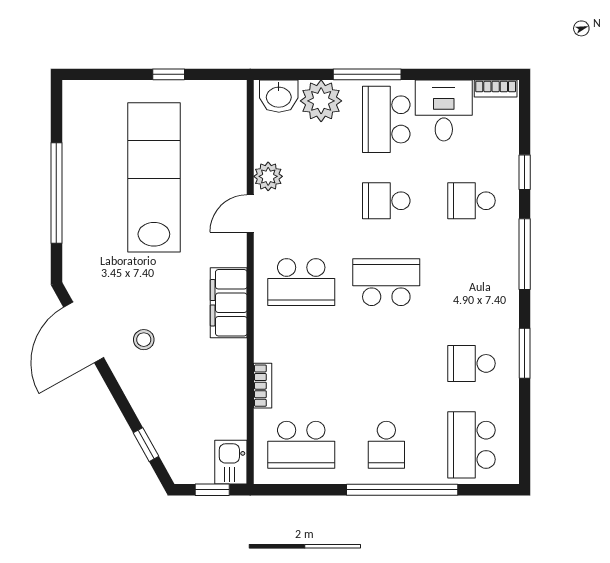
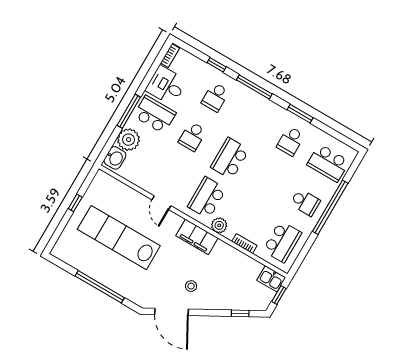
school desk: (386, 119) -> (155, 114), turned 180
plant: (268, 176) -> (219, 225), moved
school desk: (301, 282) -> (207, 198), turned 180

